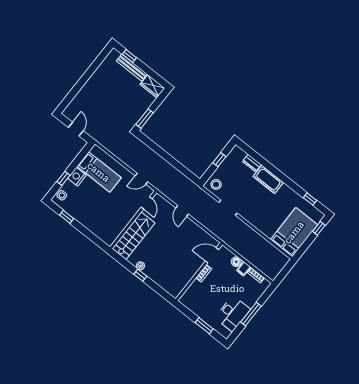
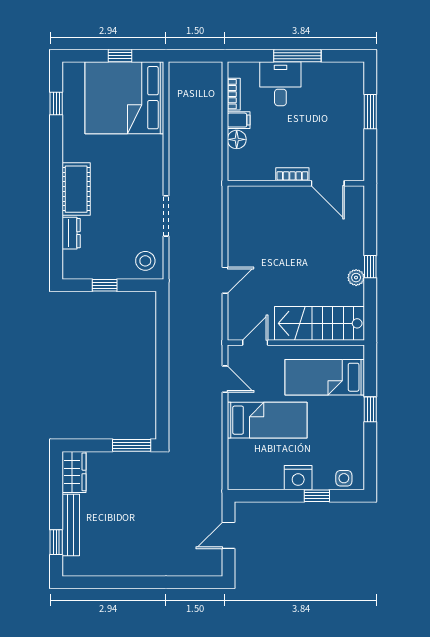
bed: (99, 172) -> (267, 420), moved, turned 90
window: (67, 217) -> (370, 409), moved
bed: (110, 220) -> (325, 377), added
window: (319, 228) -> (120, 56), moved
bed: (294, 232) -> (124, 98), width x1.36
door: (212, 255) -> (328, 183), moved
desk: (233, 314) -> (280, 84), moved, width x0.73

